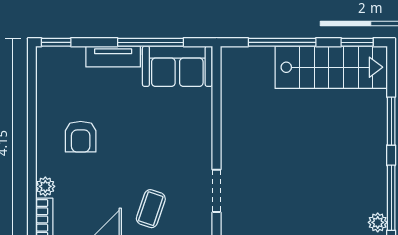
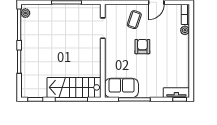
tv unit: (113, 56) -> (176, 93), moved
stairs: (331, 67) -> (74, 87), moved
armchair: (81, 137) -> (142, 47), moved

